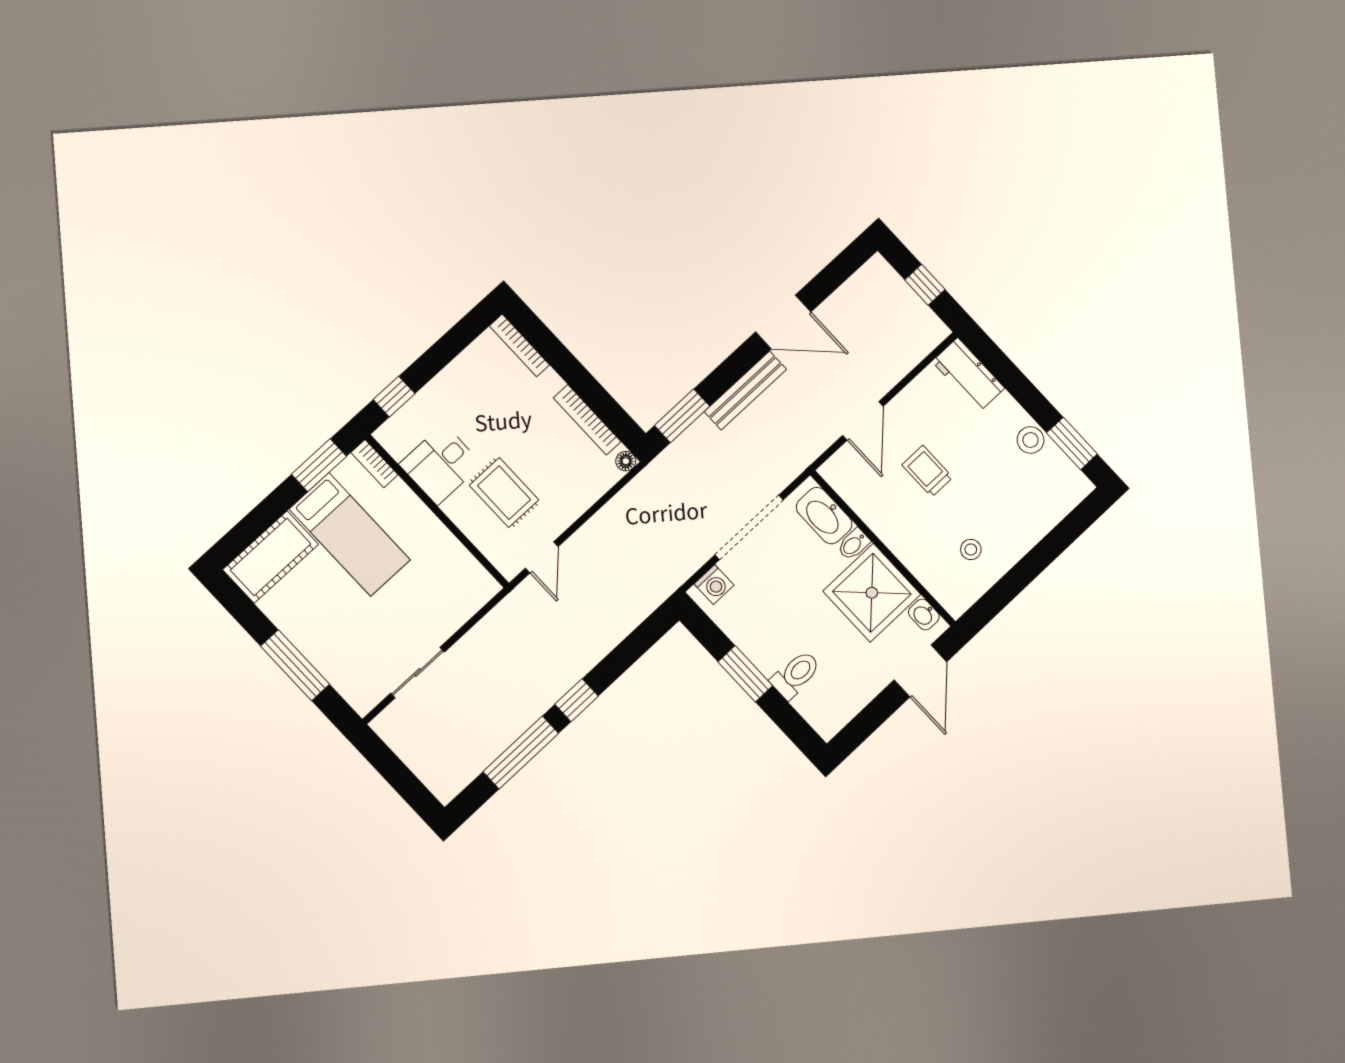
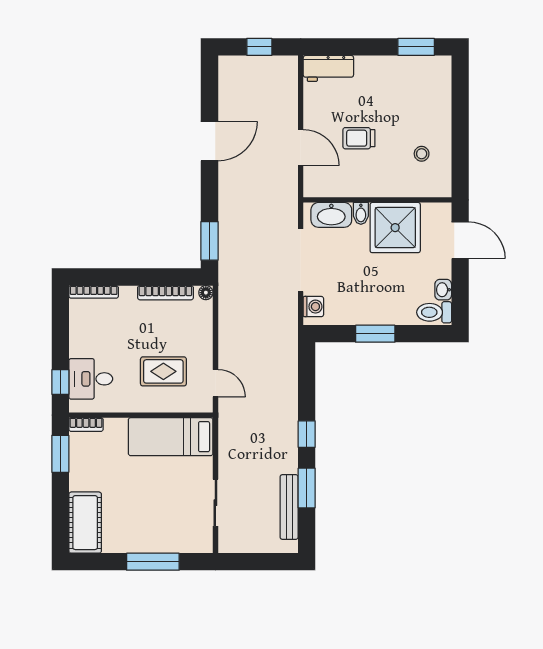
bench: (745, 391) -> (289, 507), moved
stool: (1031, 440) -> (394, 67), removed
desk: (441, 464) -> (91, 379), moved, turned 90
bed: (350, 534) -> (171, 437), moved, turned 180
washbasin: (924, 614) -> (443, 290), moved, turned 90
toilet: (796, 675) -> (434, 312), moved, turned -90
window: (521, 752) -> (307, 488), width x0.69

